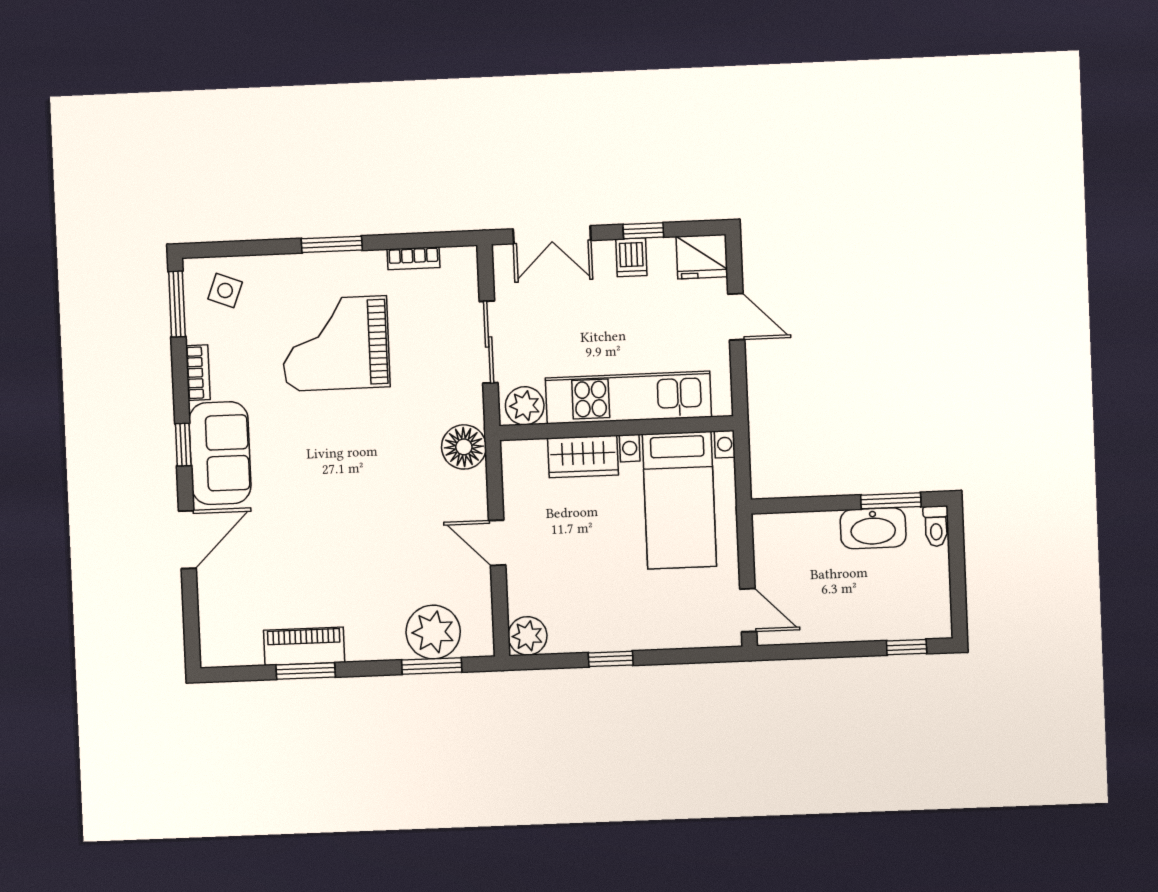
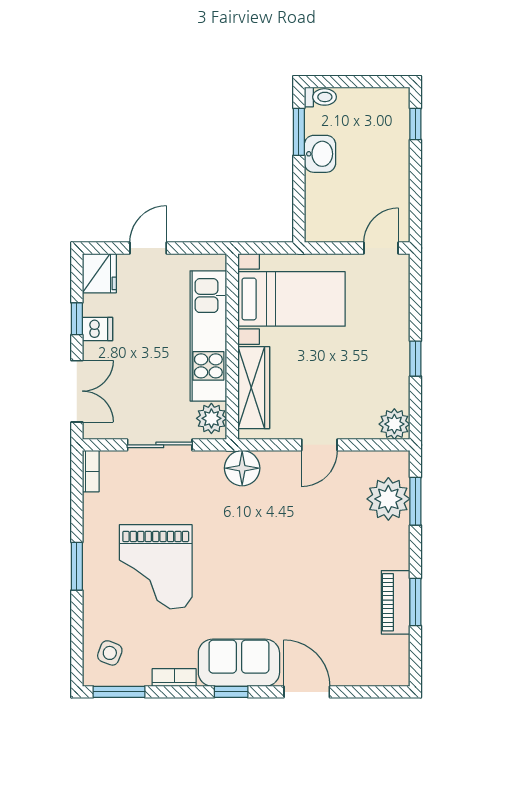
bookcase: (413, 258) -> (91, 471), moved
wardrobe: (583, 457) -> (254, 388), width x1.50
washbasin: (873, 528) -> (320, 154), width x0.72

